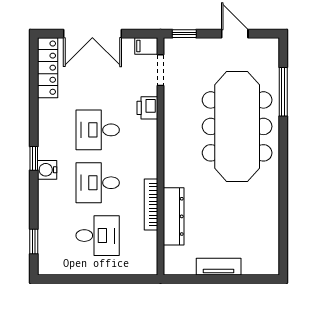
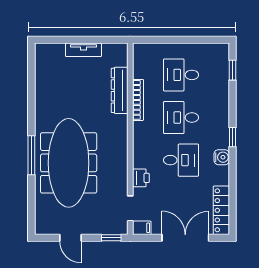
window: (283, 92) -> (31, 155), moved
water cooler: (47, 170) -> (222, 157), moved
desk: (98, 183) -> (181, 118), turned 180

